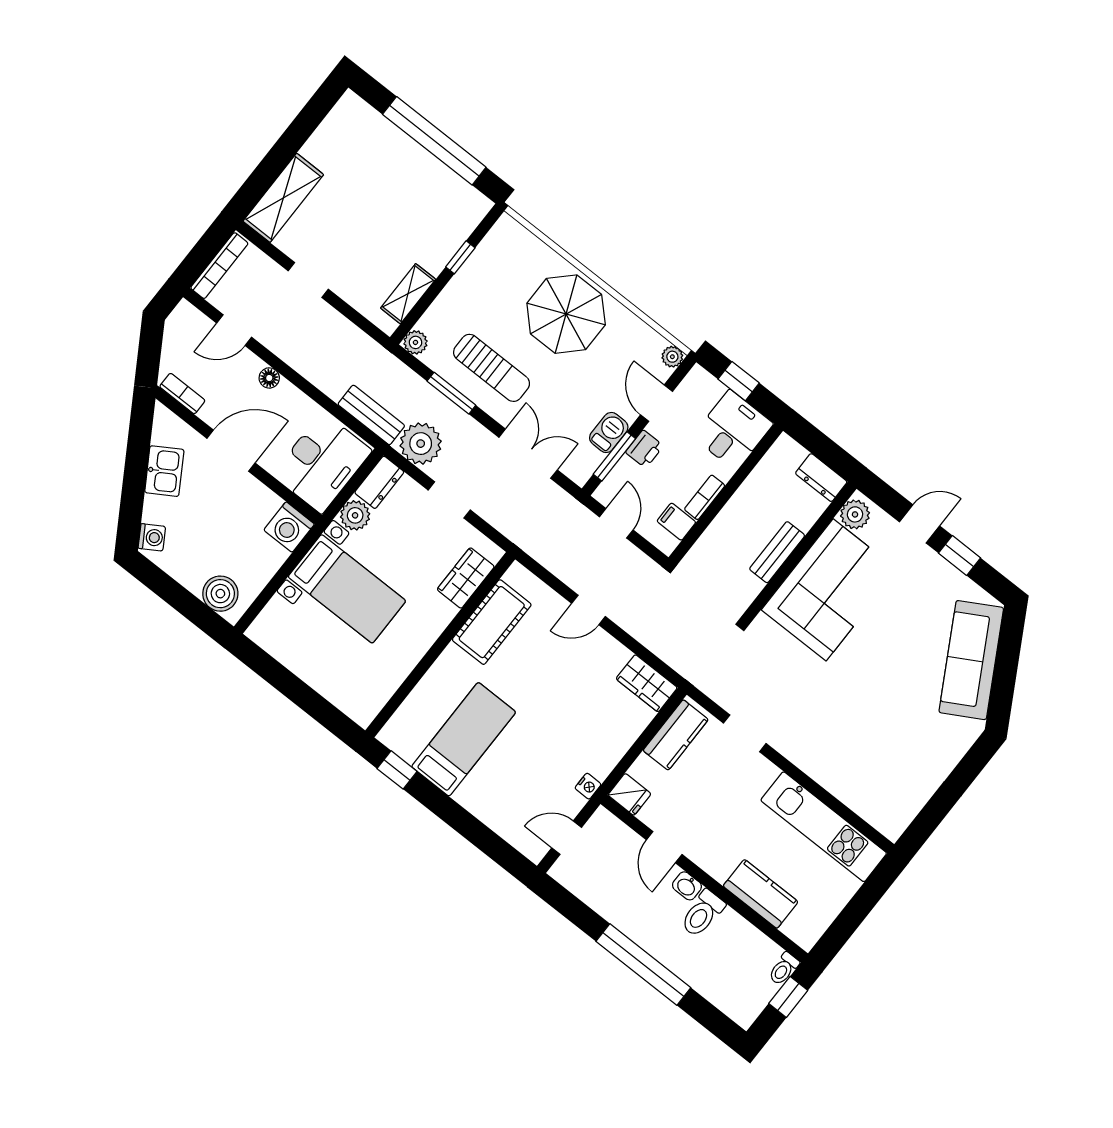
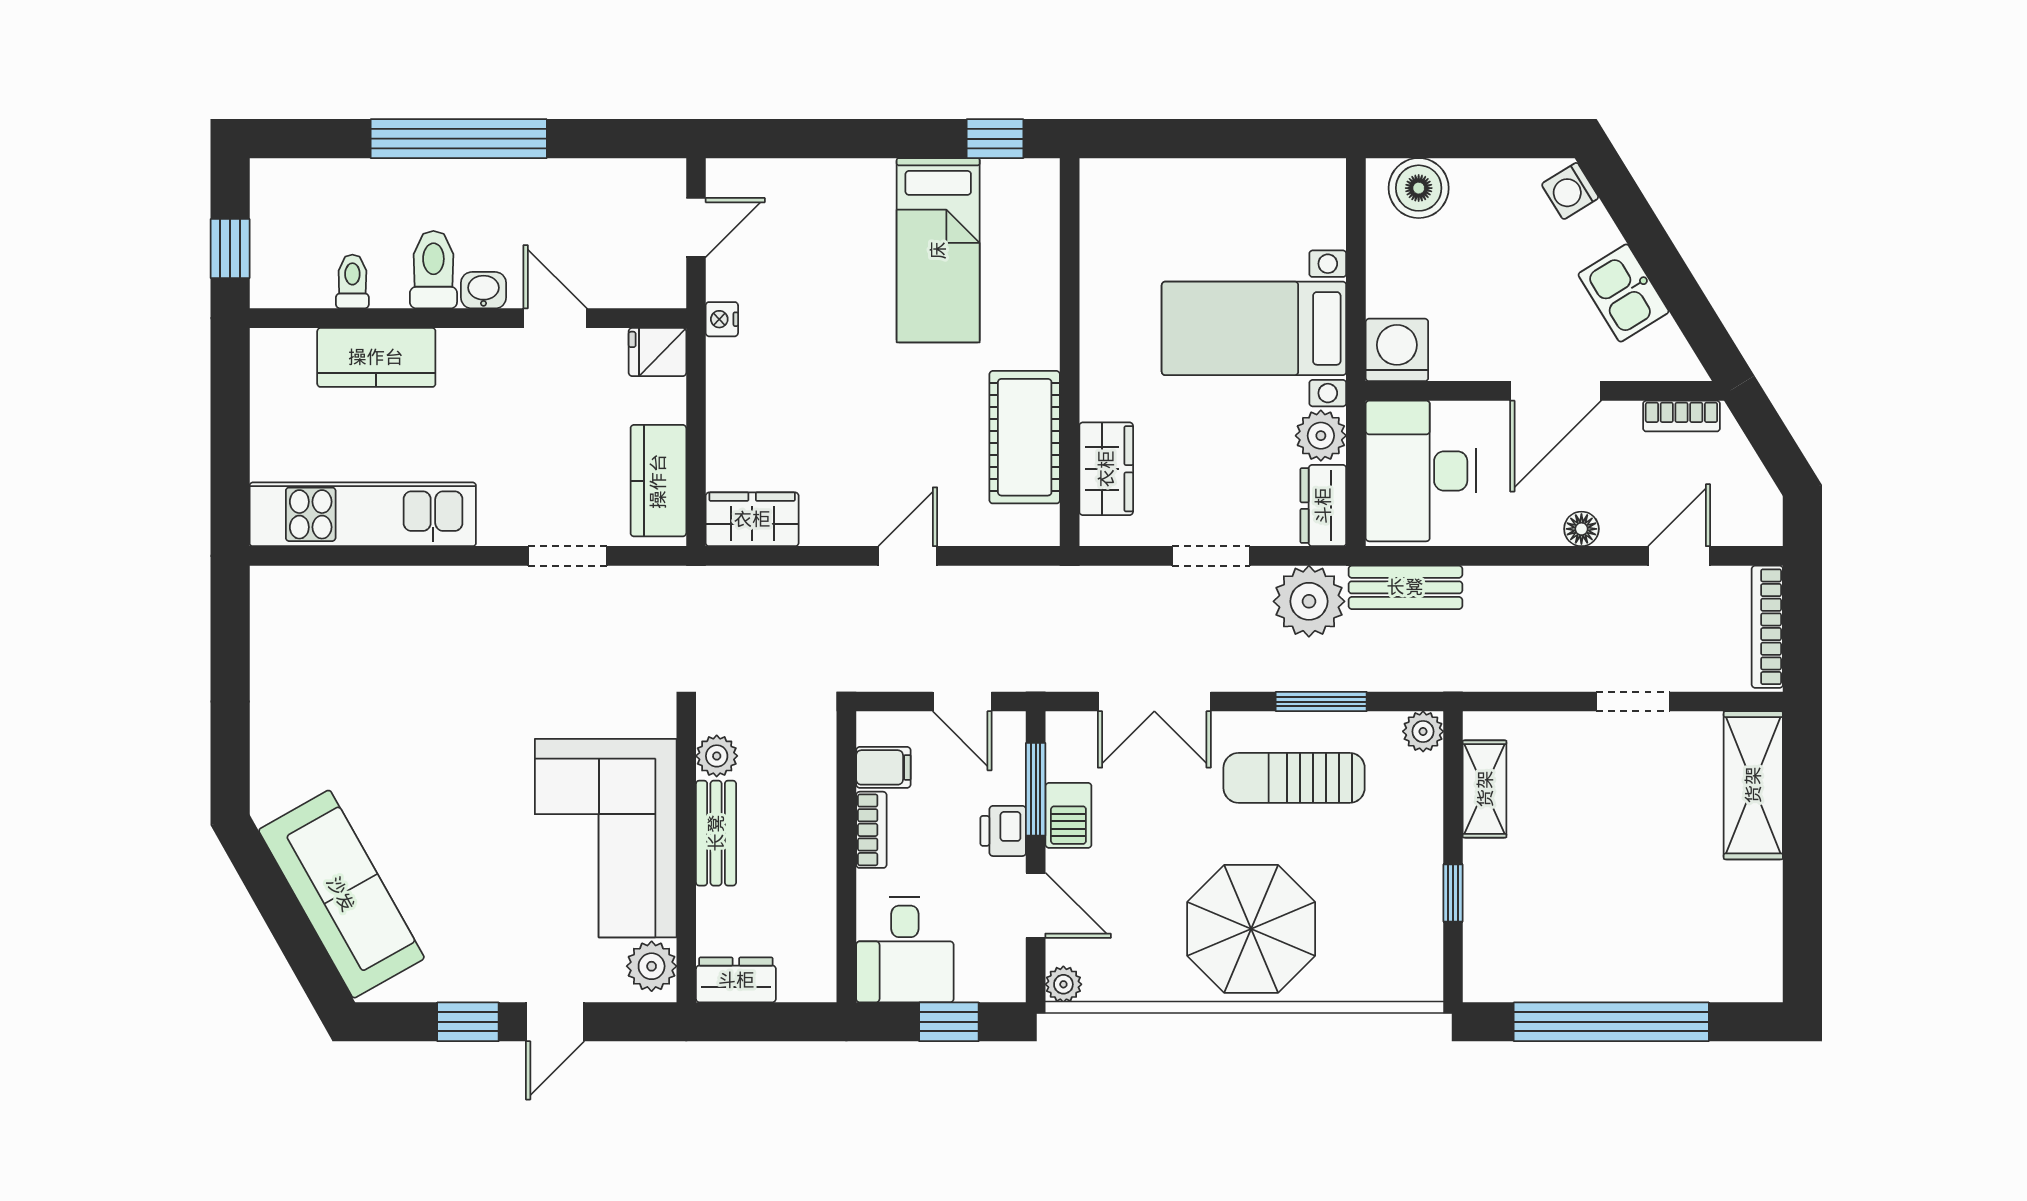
plant: (749, 587) -> (717, 756), added
toilet: (784, 969) -> (352, 282), moved

